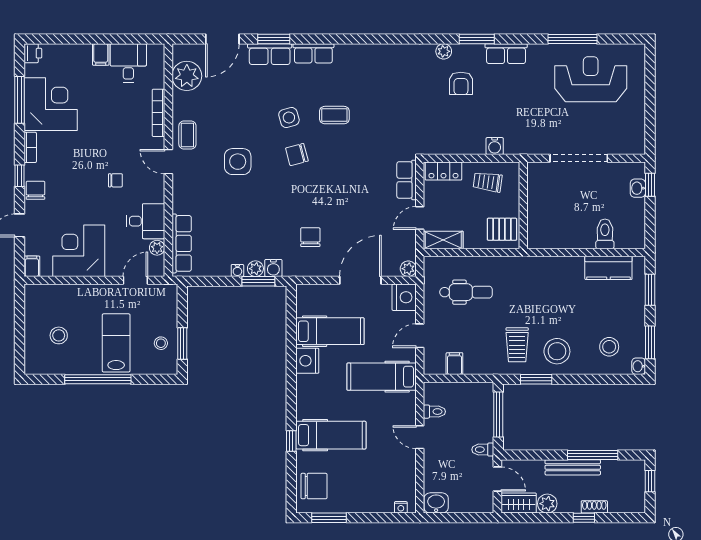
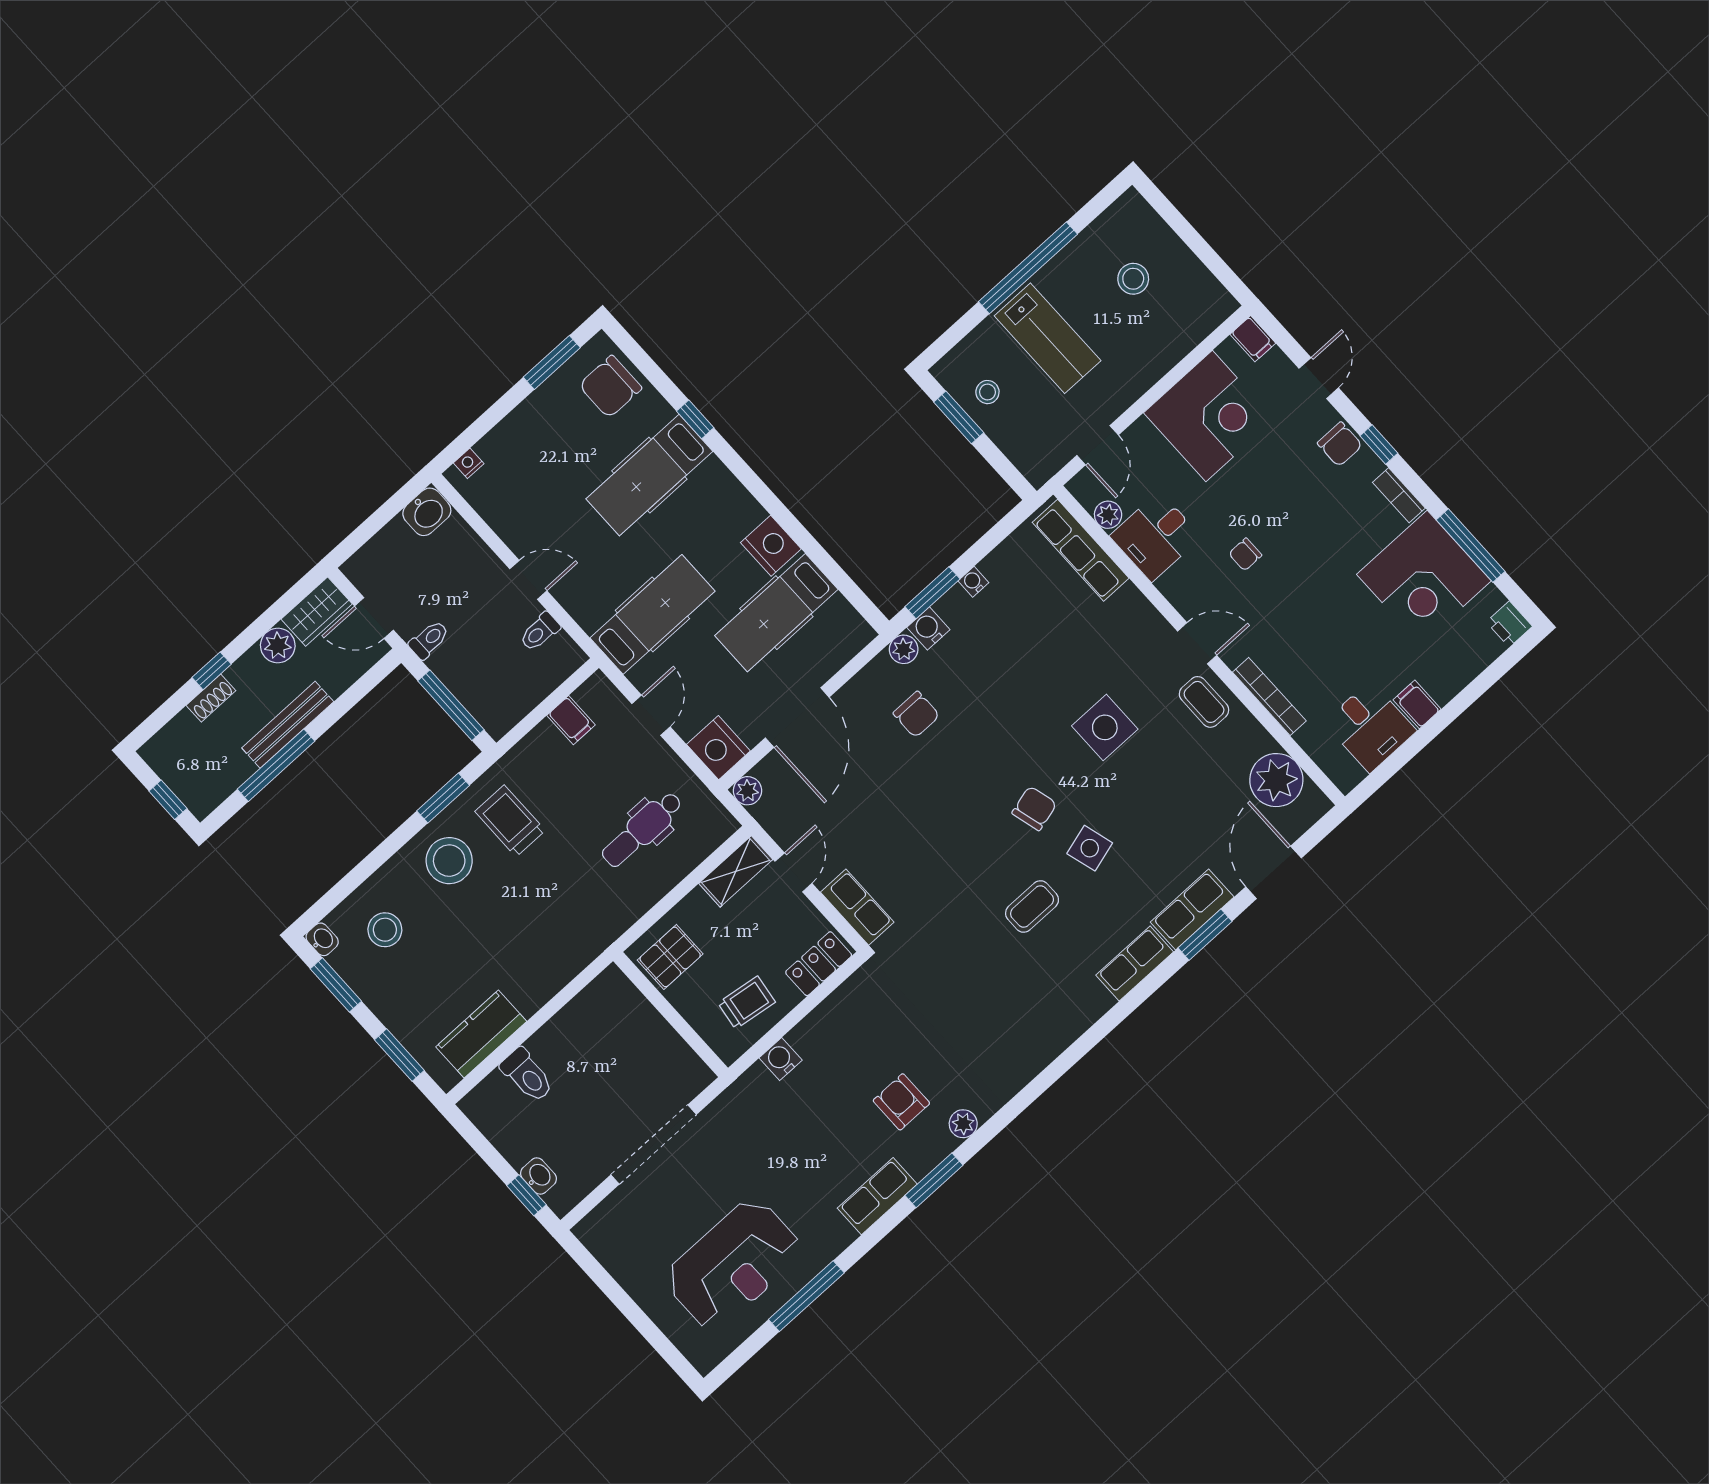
plant: (255, 269) -> (904, 649), moved

